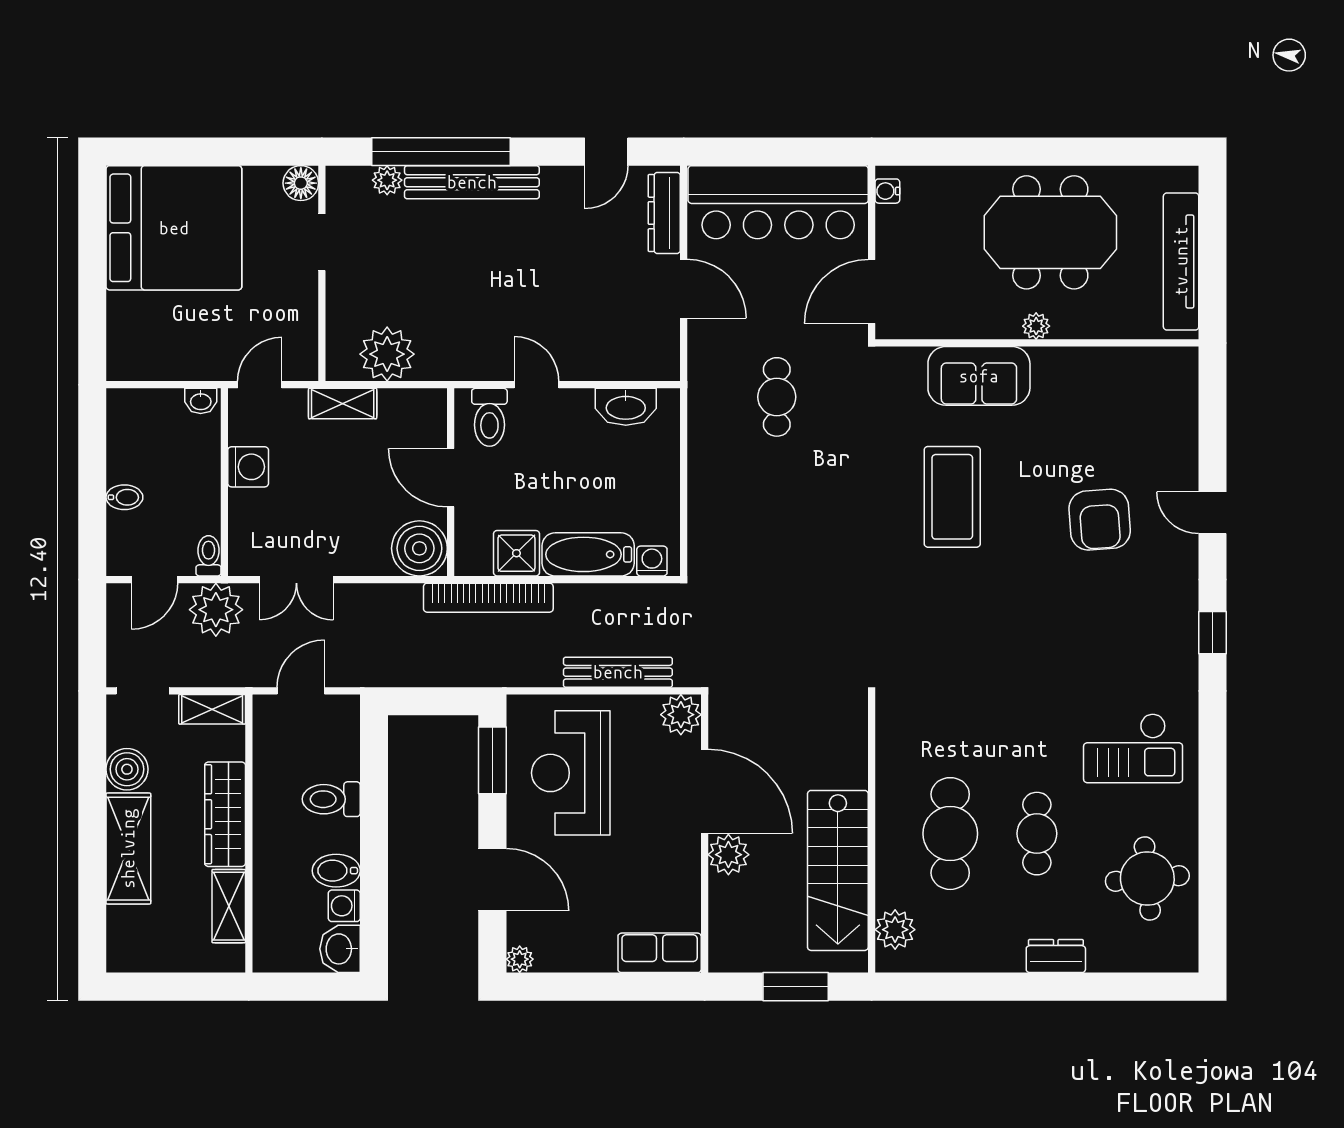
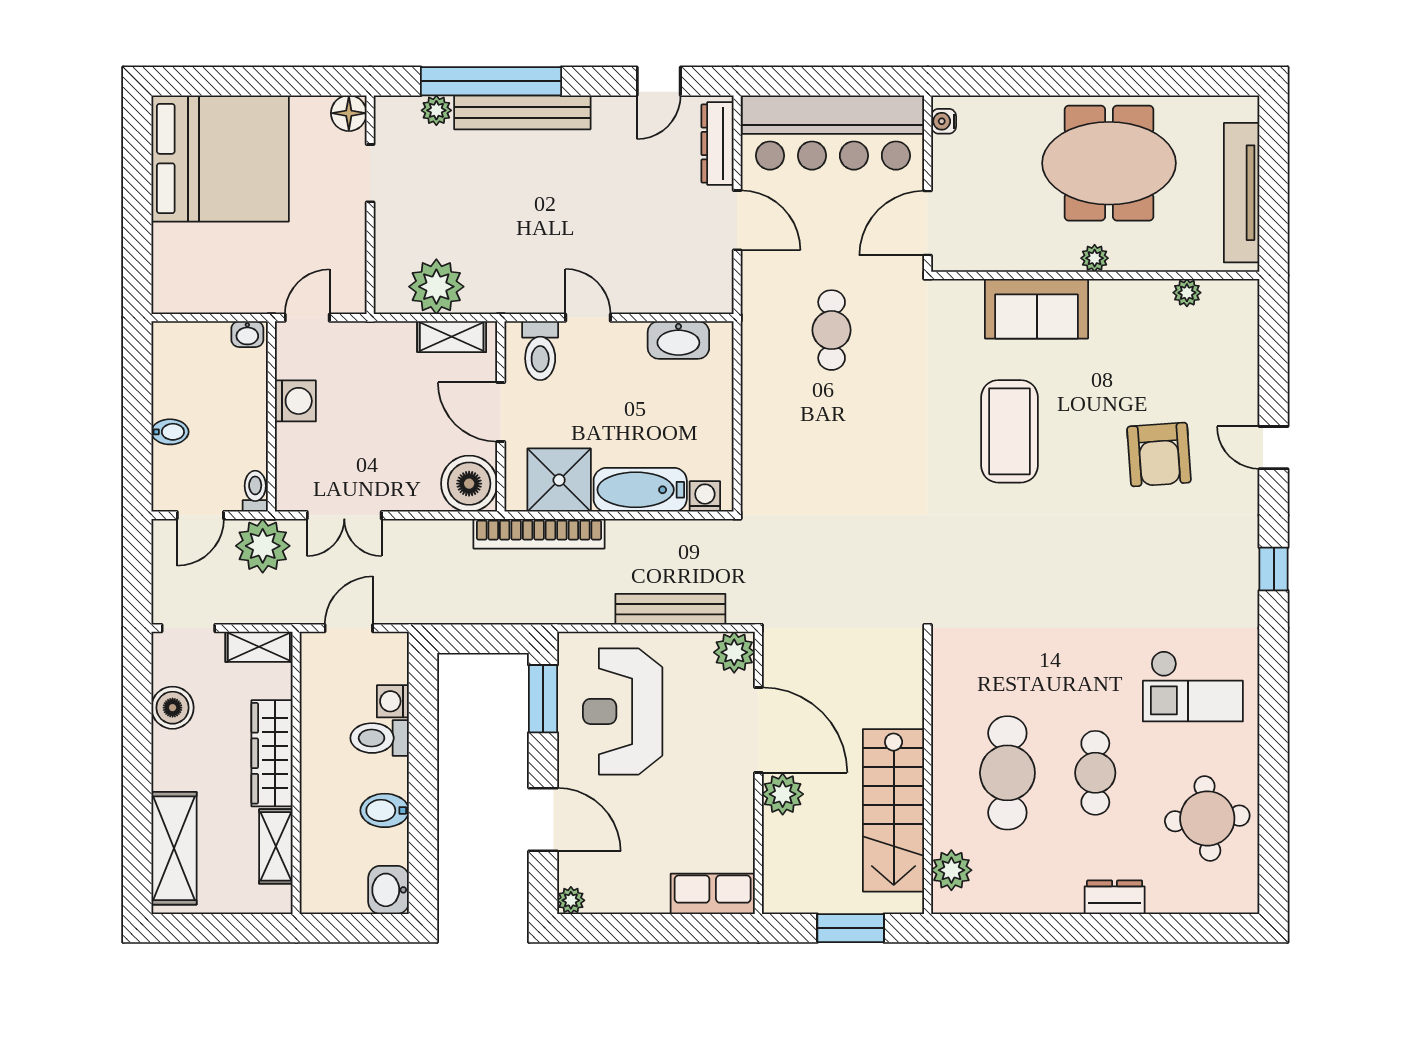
plant: (1127, 360) -> (1187, 293), added
shelving: (343, 403) -> (452, 337), moved
shower: (516, 553) -> (559, 480), width x1.36, depth x1.36
shelving: (128, 849) -> (174, 848), moved
washing machine: (344, 906) -> (393, 701), moved

